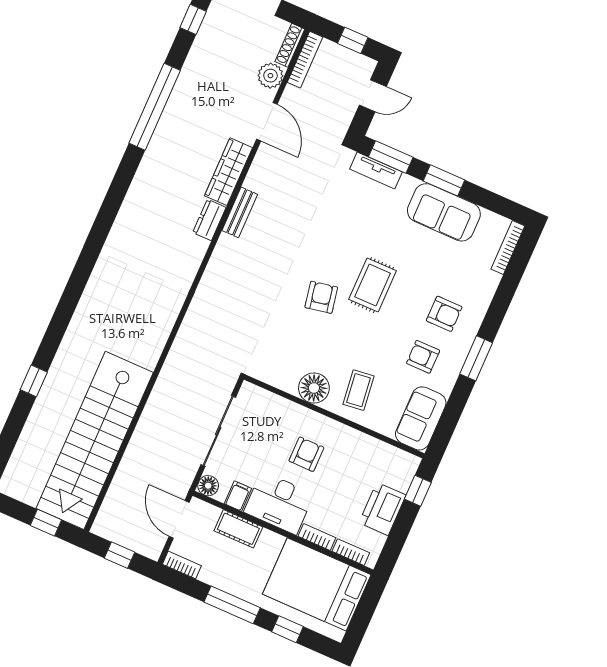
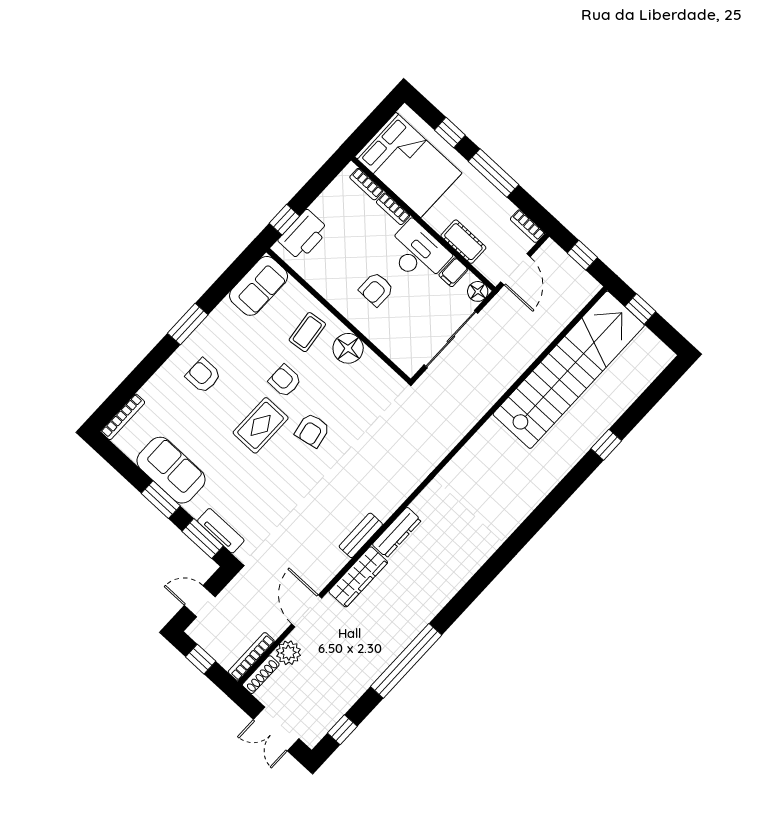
dresser: (209, 220) -> (397, 532), width x1.44
armchair: (423, 357) -> (285, 381), moved, turned 180
printer: (383, 509) -> (303, 235), moved

